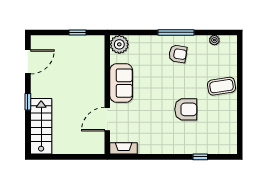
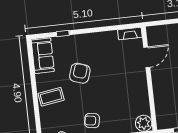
sofa: (121, 83) -> (43, 56), moved, turned 180
armchair: (186, 109) -> (80, 73), turned 108

